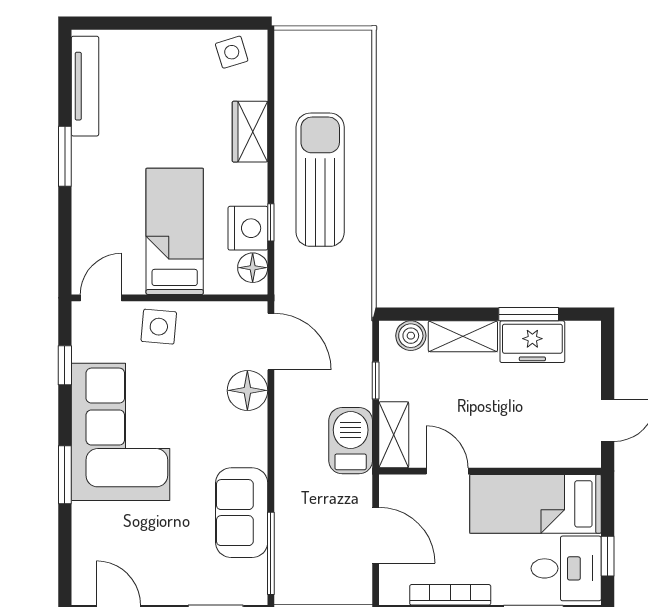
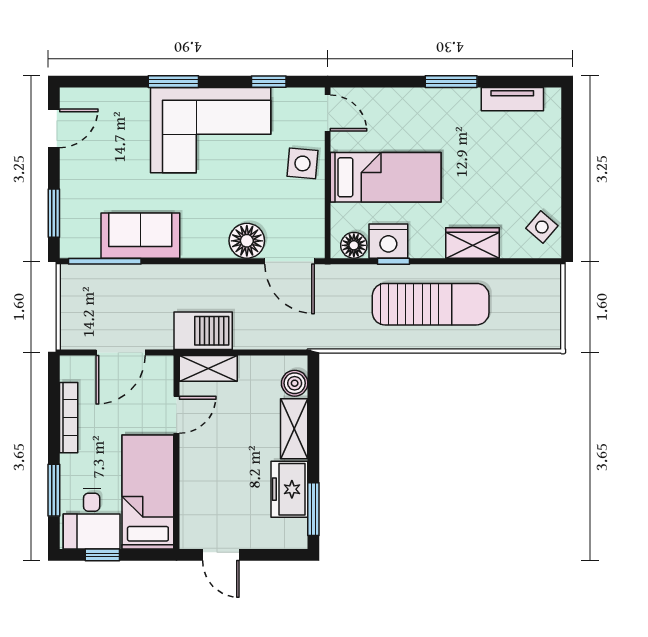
side table: (232, 52) -> (542, 227), turned -32
tv unit: (85, 86) -> (512, 99), width x0.71
window: (529, 314) -> (313, 509), moved
door: (271, 342) -> (289, 261), hinge flipped
window: (376, 380) -> (256, 352), removed

